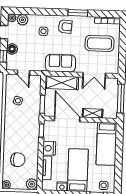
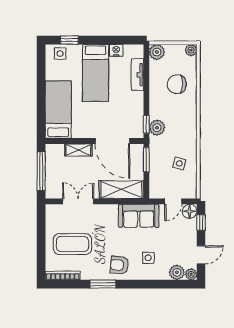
floor lamp: (12, 49) -> (190, 211), moved
sofa: (60, 63) -> (139, 216), moved
door: (23, 73) -> (173, 201), swing flipped
plant: (34, 128) -> (157, 128), added
nightstand: (49, 148) -> (135, 101), removed

